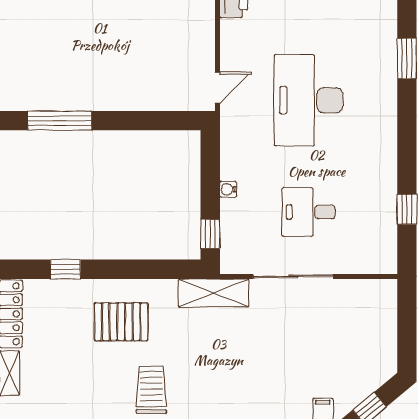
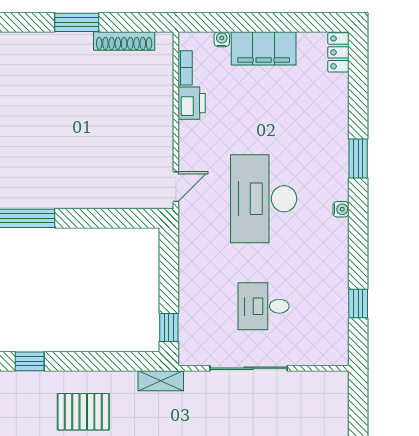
water cooler: (228, 189) -> (341, 209), moved, turned 180
shelving: (213, 293) -> (161, 381), width x0.67, depth x0.75

